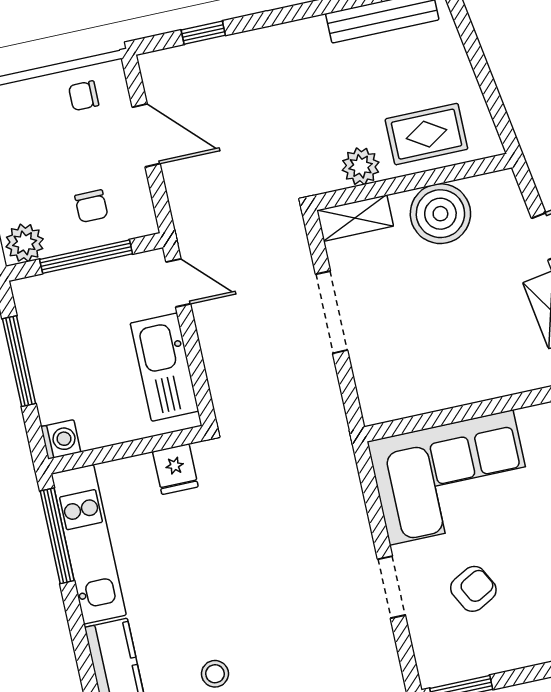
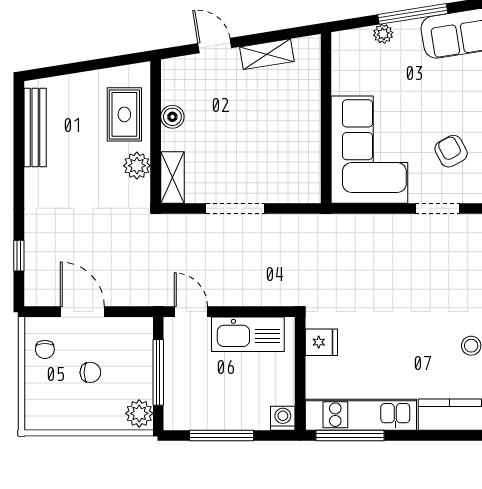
door: (146, 135) -> (82, 312), hinge flipped
chair: (91, 206) -> (90, 372), moved
boiler: (440, 214) -> (172, 117), width x0.54, depth x0.54
door: (178, 283) -> (191, 312), hinge flipped

